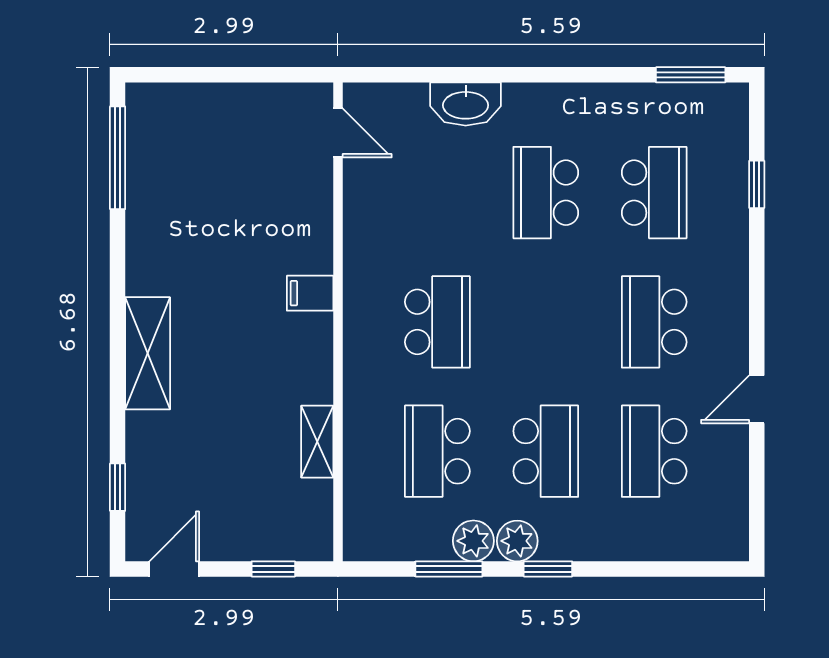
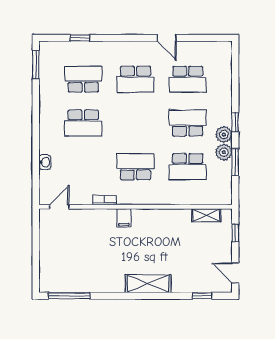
washbasin: (466, 104) -> (45, 162), width x0.52, depth x0.69
bookcase: (354, 245) -> (104, 200), added
shelving: (317, 442) -> (206, 215), moved

